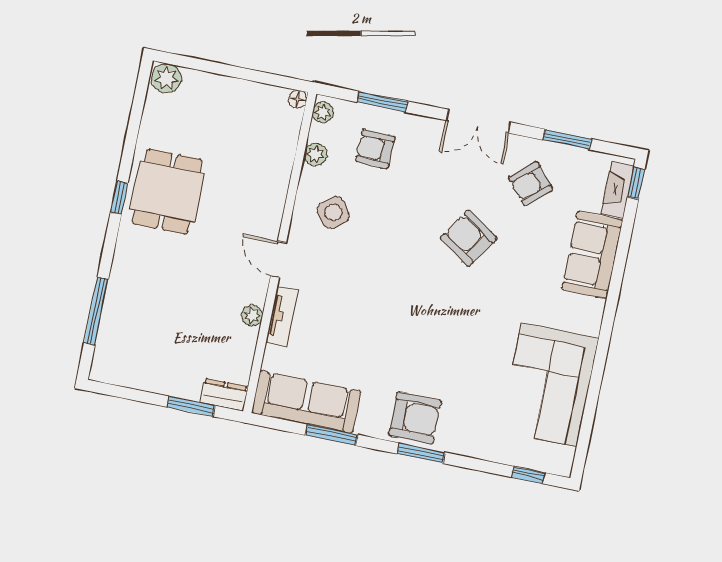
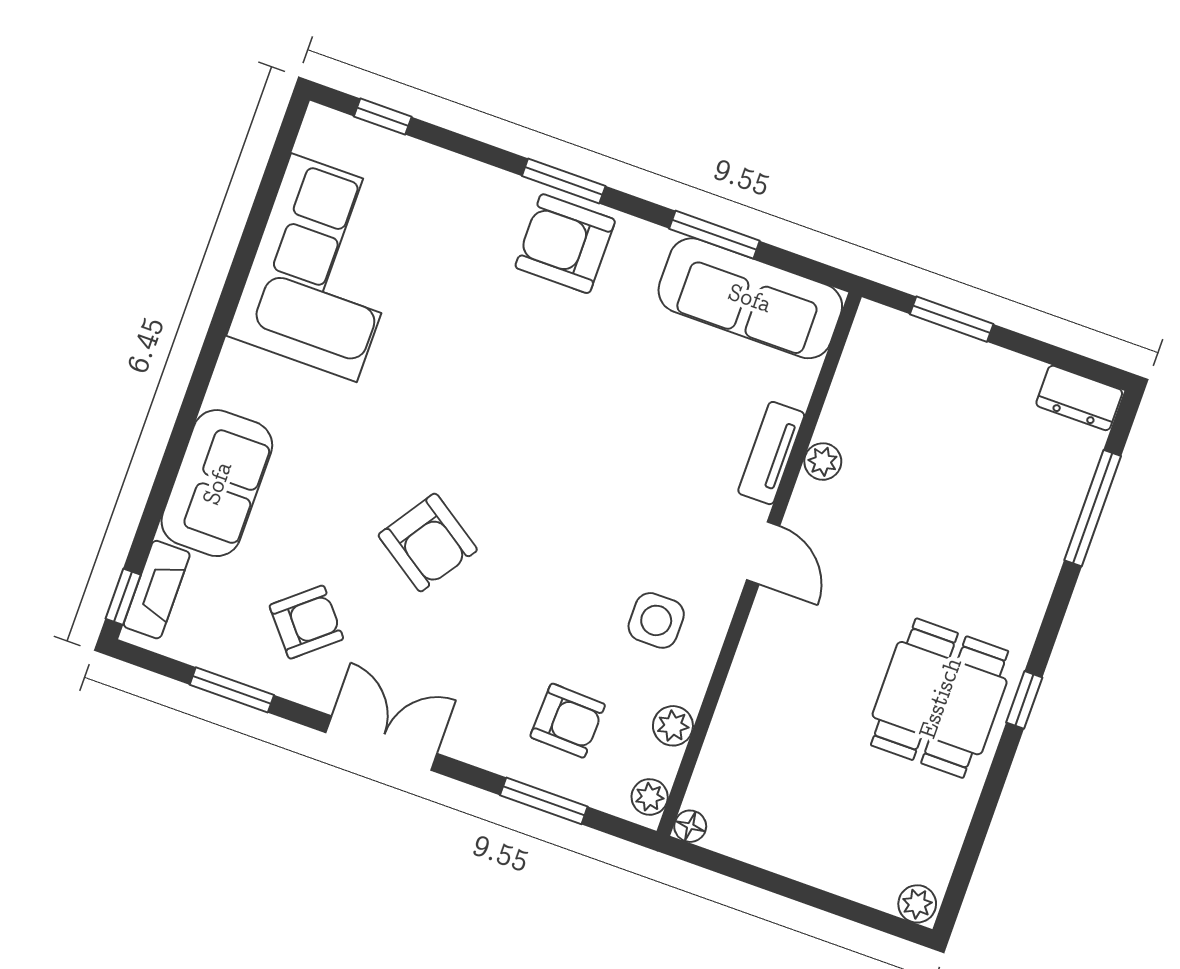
plant: (166, 78) -> (917, 904), width x0.73, depth x0.73
side table: (333, 213) -> (656, 620), turned 36
dresser: (224, 395) -> (1079, 398), moved

